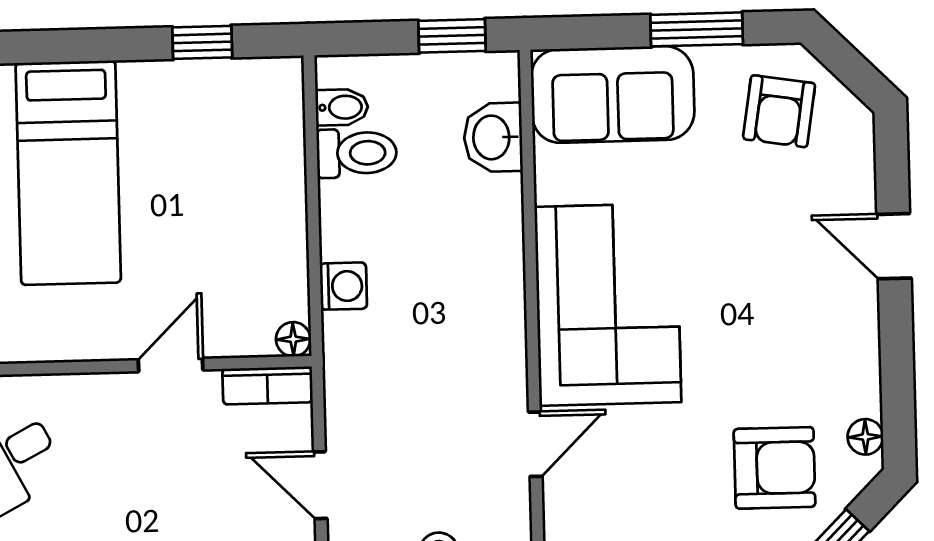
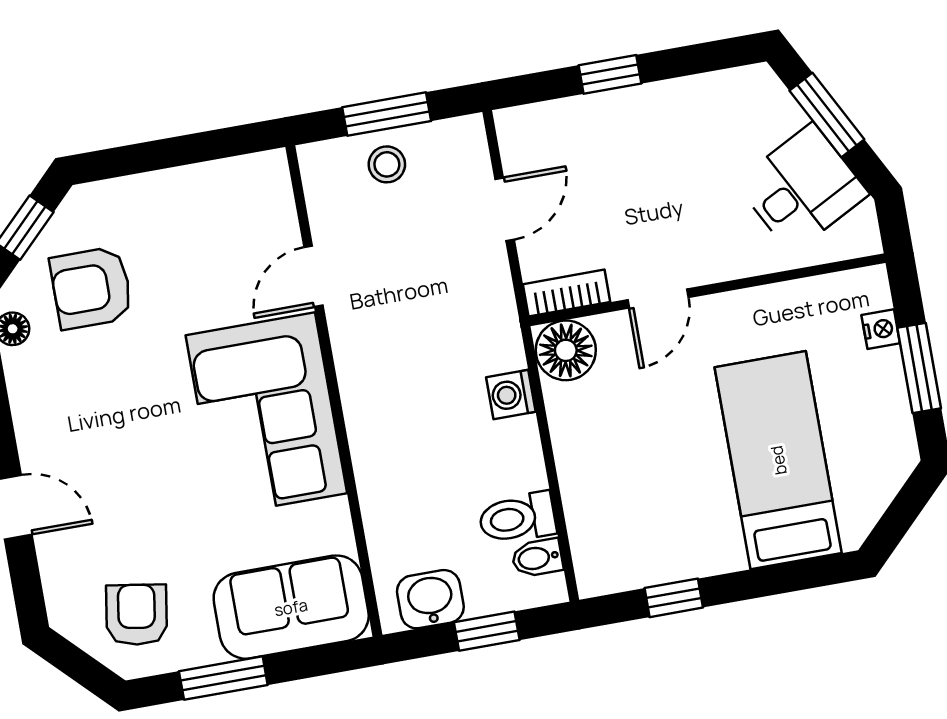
window: (452, 36) -> (487, 631), moved
washbasin: (493, 137) -> (430, 599), moved, turned -90
floor lamp: (293, 339) -> (566, 350), width x1.89, depth x1.89
door: (320, 485) -> (505, 209), hinge flipped

